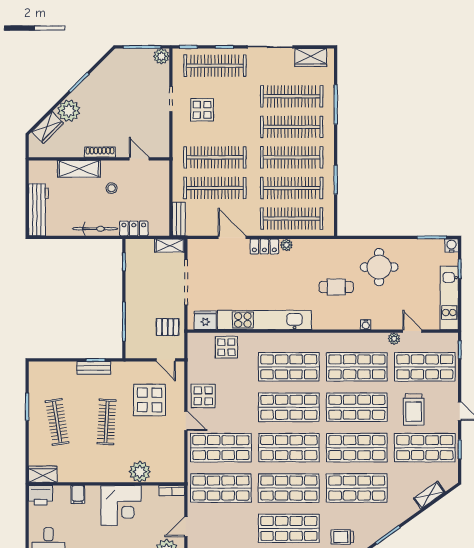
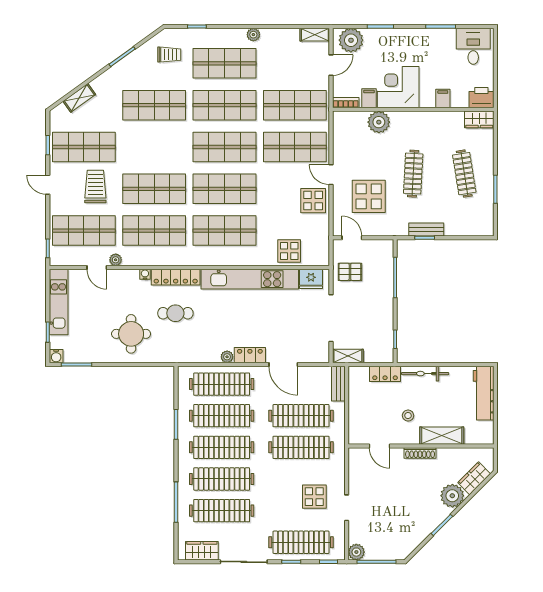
locker: (336, 322) -> (176, 277), added
shop shelf: (357, 448) -> (154, 147), removed
filing cabinet: (149, 495) -> (369, 98), added

